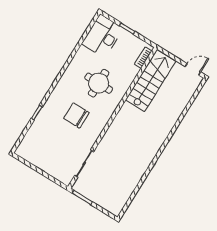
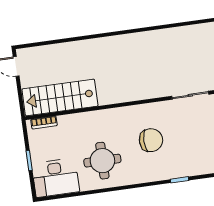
round table: (99, 83) -> (102, 161), moved
chair: (76, 116) -> (151, 140), turned -90

